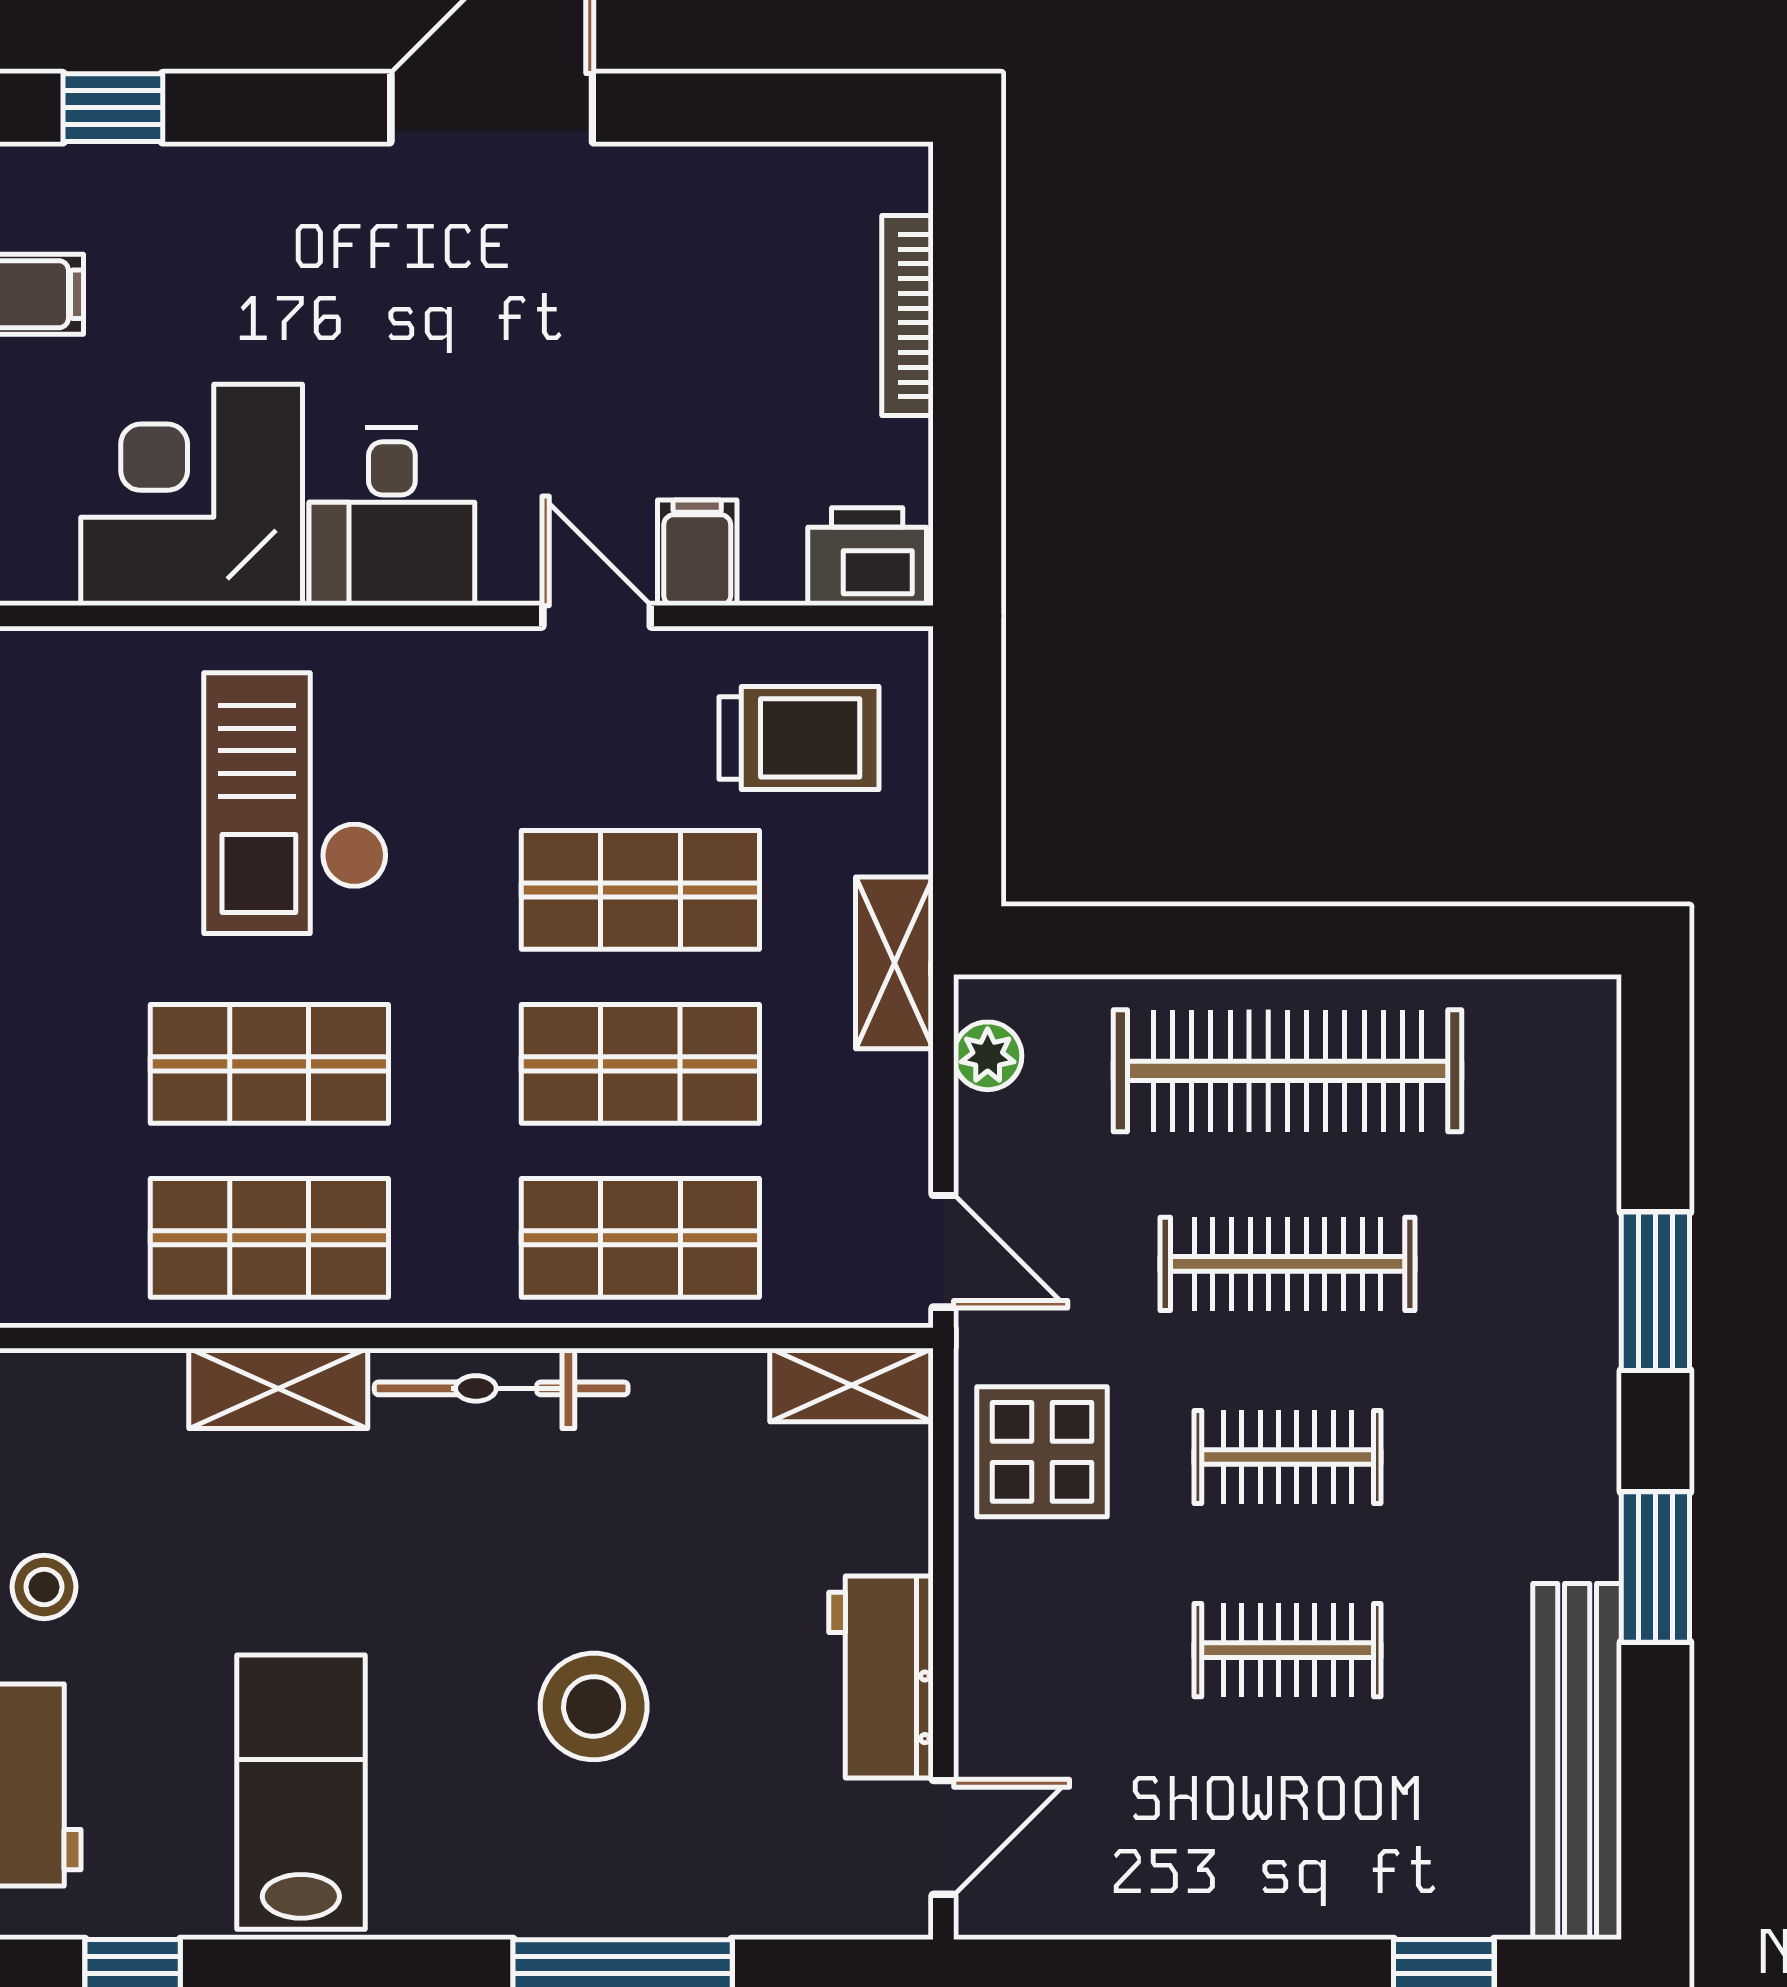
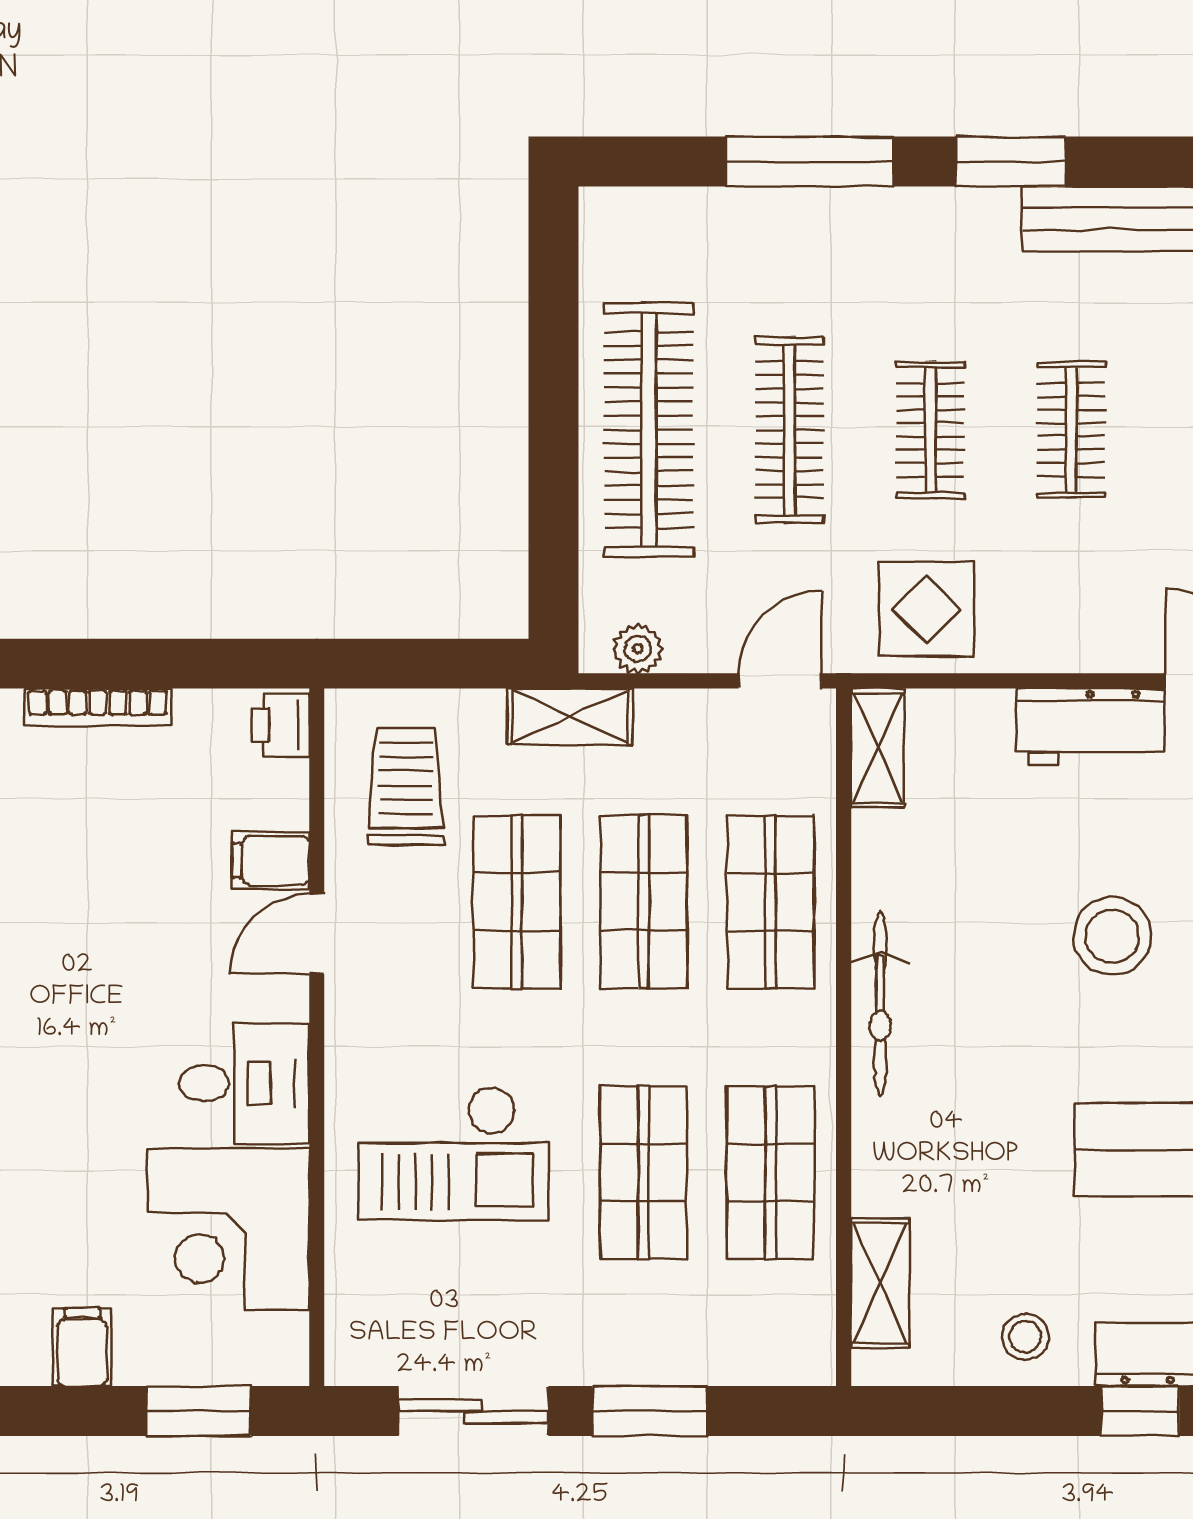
printer: (867, 557) -> (280, 725), width x0.73, depth x0.81
window: (1655, 1291) -> (809, 162), width x1.44
shelving: (278, 1388) -> (880, 1283), moved

